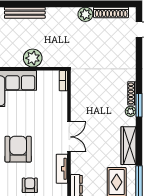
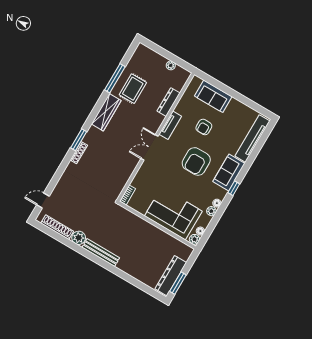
bench: (25, 13) -> (101, 253), moved
plant: (33, 58) -> (142, 228), removed
plant: (131, 111) -> (88, 139), removed

